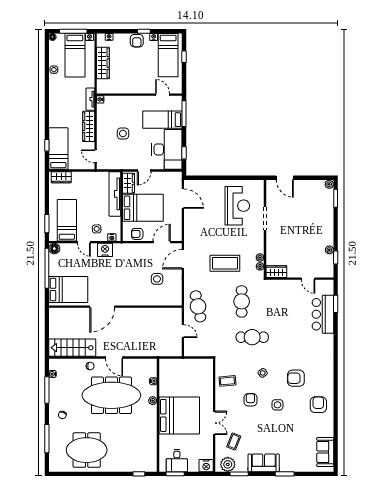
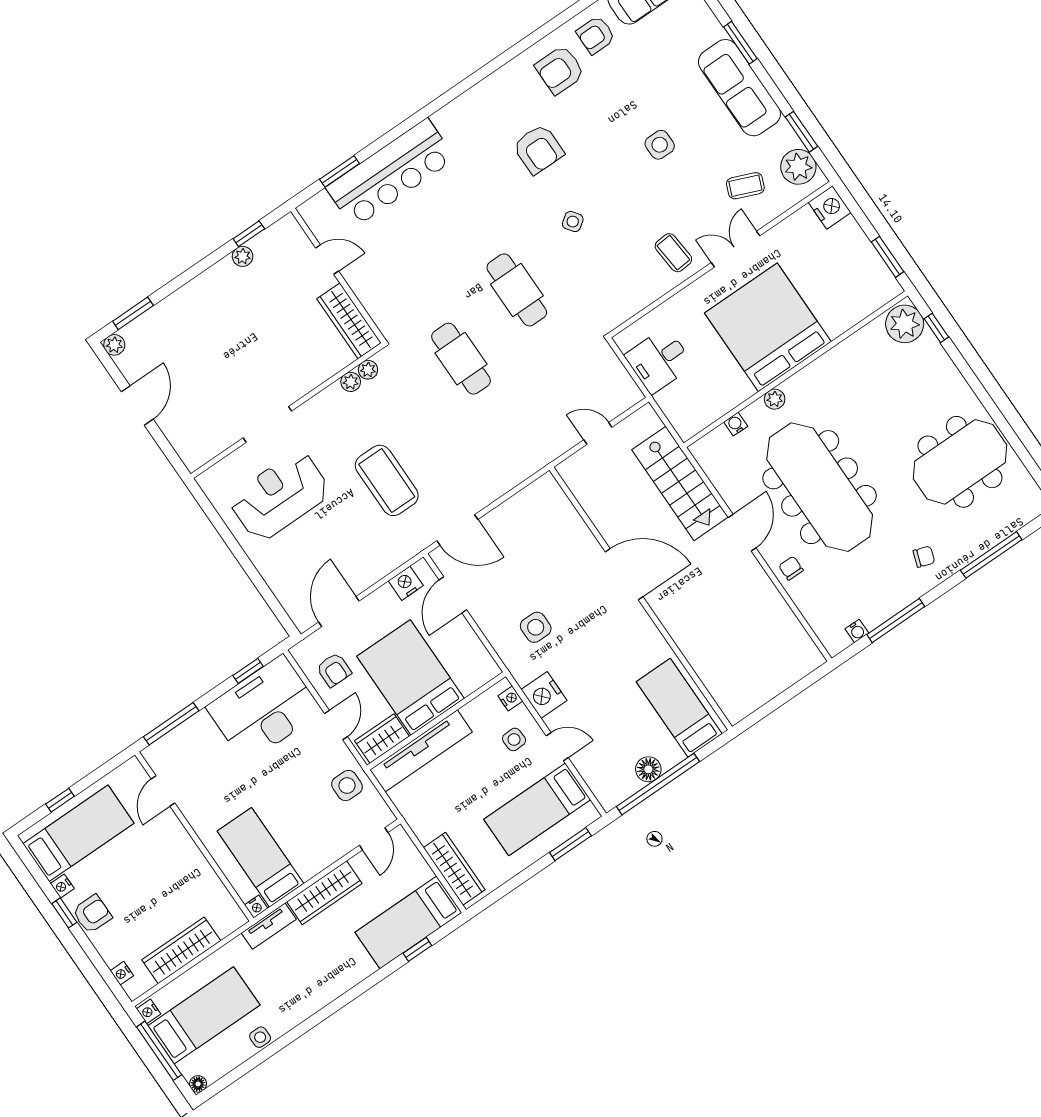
bed: (162, 120) -> (260, 857), moved, turned 180
side table: (123, 134) -> (347, 786), moved
door: (144, 171) -> (336, 725), hinge flipped
wardrobe: (61, 177) -> (454, 869), width x1.50
door: (285, 178) -> (137, 405), moved
nightstand: (177, 229) -> (406, 583), added
armchair: (137, 234) -> (334, 670), moved
door: (84, 242) -> (557, 747), hinge flipped
door: (162, 242) -> (453, 595), hinge flipped
floor lamp: (54, 249) -> (648, 769), moved
coffee table: (225, 263) -> (387, 480), moved
wardrobe: (276, 272) -> (349, 321), width x1.50
side table: (157, 279) -> (536, 627), moved
door: (308, 279) -> (327, 260), hinge flipped
bed: (68, 289) -> (679, 708), width x0.67
cafe table: (242, 301) -> (461, 359), turned 90
cafe table: (198, 306) -> (529, 437), removed
door: (102, 307) -> (624, 574), moved
bar counter: (323, 314) -> (391, 173), width x1.36
door: (183, 331) -> (598, 433), hinge flipped
stairs: (72, 348) -> (680, 483), moved
coffee table: (227, 381) -> (673, 253), moved
armchair: (250, 400) -> (596, 35), moved
side table: (277, 405) -> (660, 145), moved
meeting table: (87, 450) -> (960, 462), turned 90
desk: (177, 461) -> (659, 360), moved, turned 180
sofa: (264, 463) -> (739, 88), width x1.36
plant: (148, 464) -> (905, 324), added

